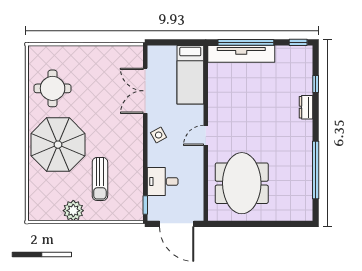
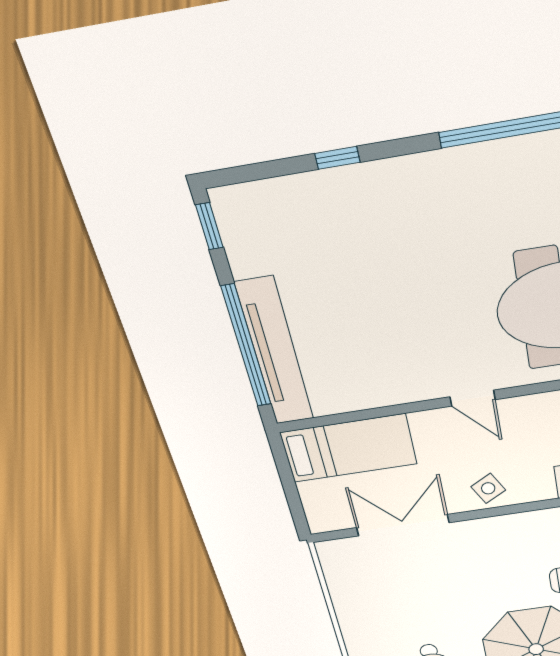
window: (316, 84) -> (338, 158), moved
double door: (145, 91) -> (403, 525), swing flipped
dresser: (306, 107) -> (361, 180), removed

